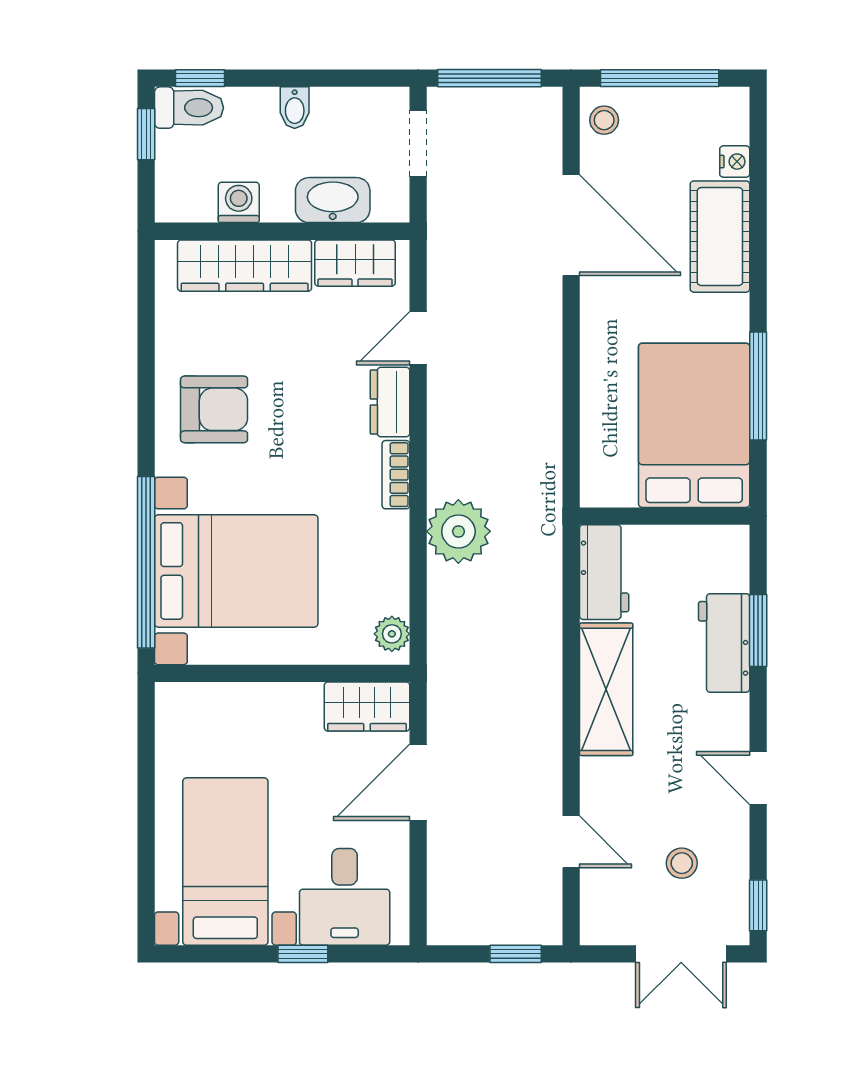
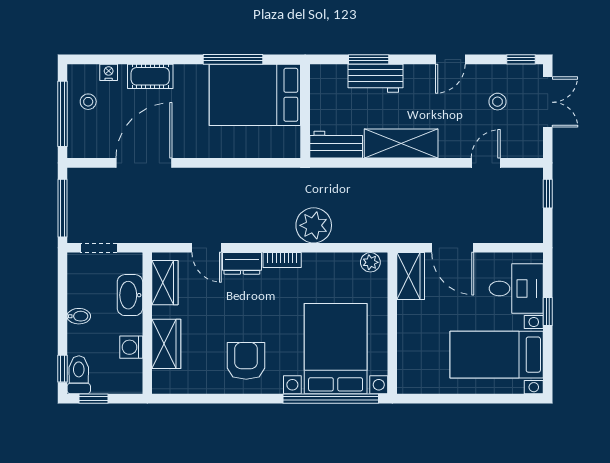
stool: (604, 120) -> (88, 102), moved
cot: (720, 237) -> (150, 76), width x0.73, depth x0.75
wardrobe: (245, 266) -> (166, 344), width x0.67

